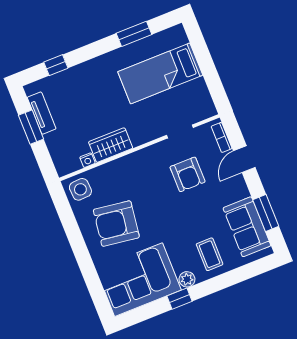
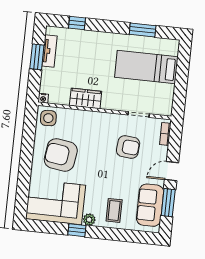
door: (244, 159) -> (172, 171), moved
nightstand: (87, 160) -> (43, 98), moved
armchair: (188, 174) -> (128, 147), turned -85

